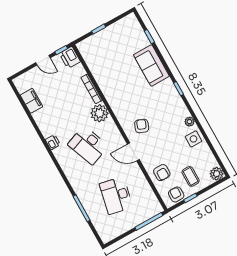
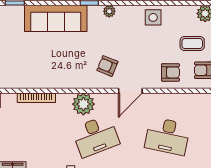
sofa: (151, 66) -> (56, 18), width x1.36
plant: (99, 113) -> (83, 104), moved
plant: (189, 122) -> (109, 11), moved

